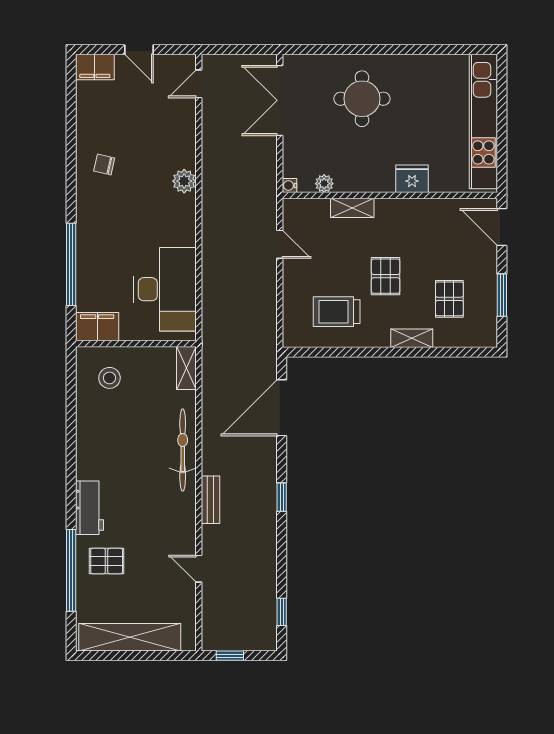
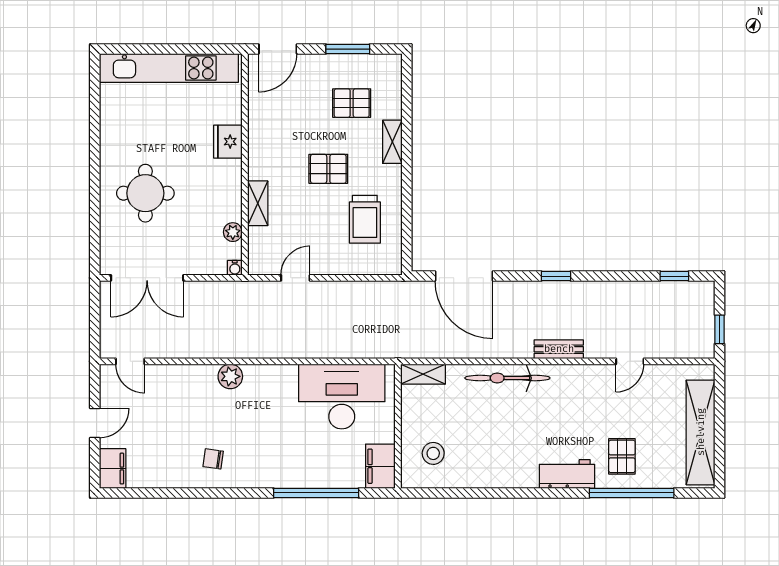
chair: (104, 164) -> (213, 459), turned 85

